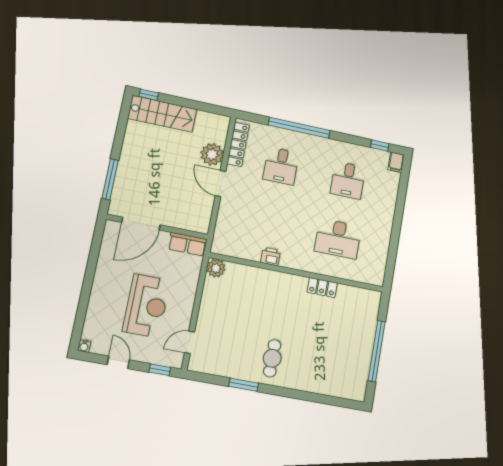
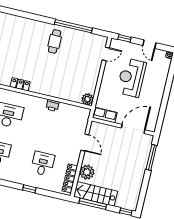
window: (201, 106) -> (93, 204), added
stairs: (162, 114) -> (96, 194), moved
window: (299, 128) -> (29, 189), width x0.32
door: (220, 183) -> (85, 142), moved
window: (244, 385) -> (73, 26), width x2.11

